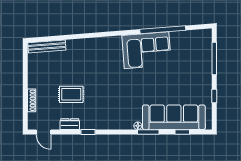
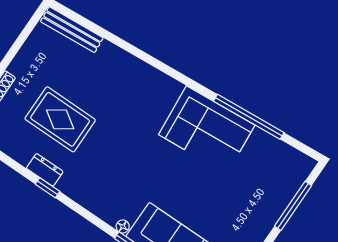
rug: (71, 94) -> (60, 119), width x1.36, depth x1.43
dresser: (70, 124) -> (45, 170), moved

